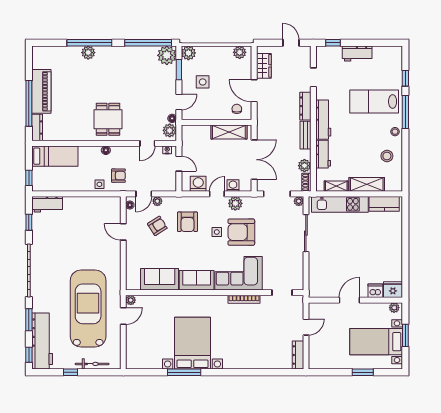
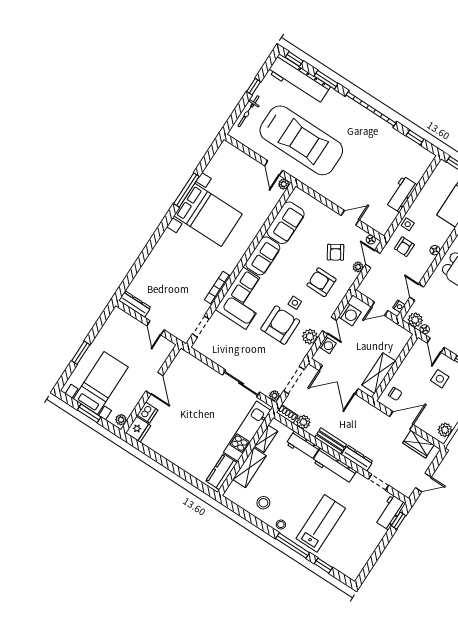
workbench: (357, 53) -> (390, 512), moved
workbench: (47, 204) -> (401, 194), moved

